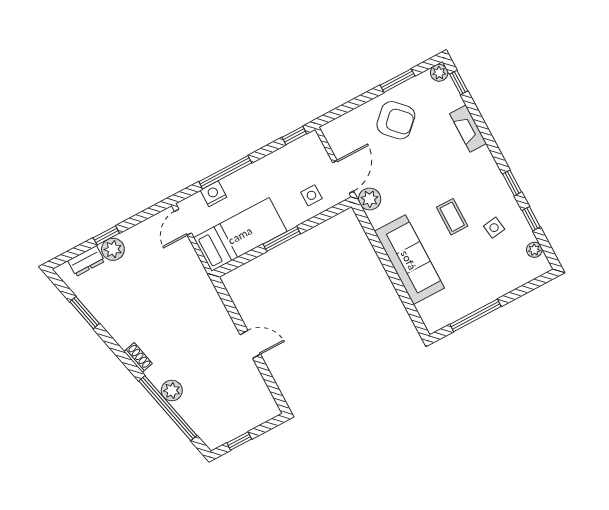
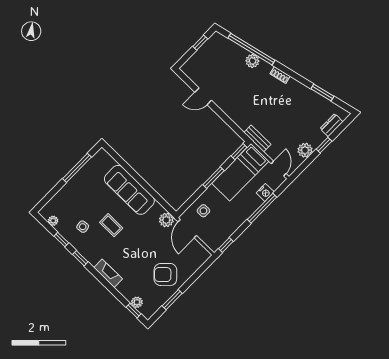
plant: (439, 73) -> (137, 302), moved
fireplace: (468, 129) -> (108, 273), moved
plant: (113, 249) -> (305, 150), moved
window: (233, 265) -> (239, 152), added
bench: (200, 276) -> (257, 138), added
door: (250, 344) -> (203, 96), moved

